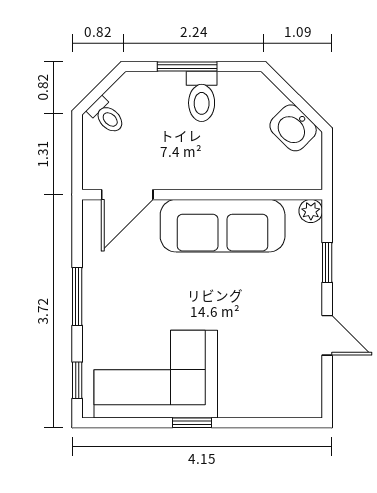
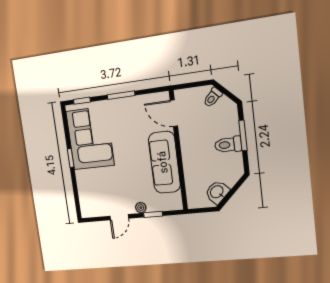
plant: (311, 211) -> (141, 208), moved

